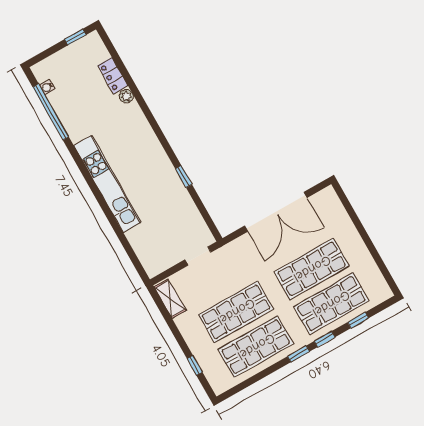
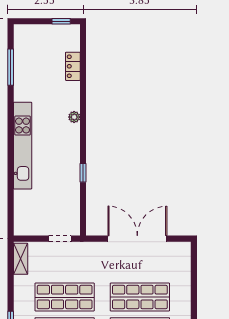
water cooler: (47, 87) -> (19, 47), removed
plant: (126, 96) -> (74, 117), moved
window: (51, 112) -> (11, 67), width x0.68
double door: (276, 212) -> (137, 239), swing flipped

